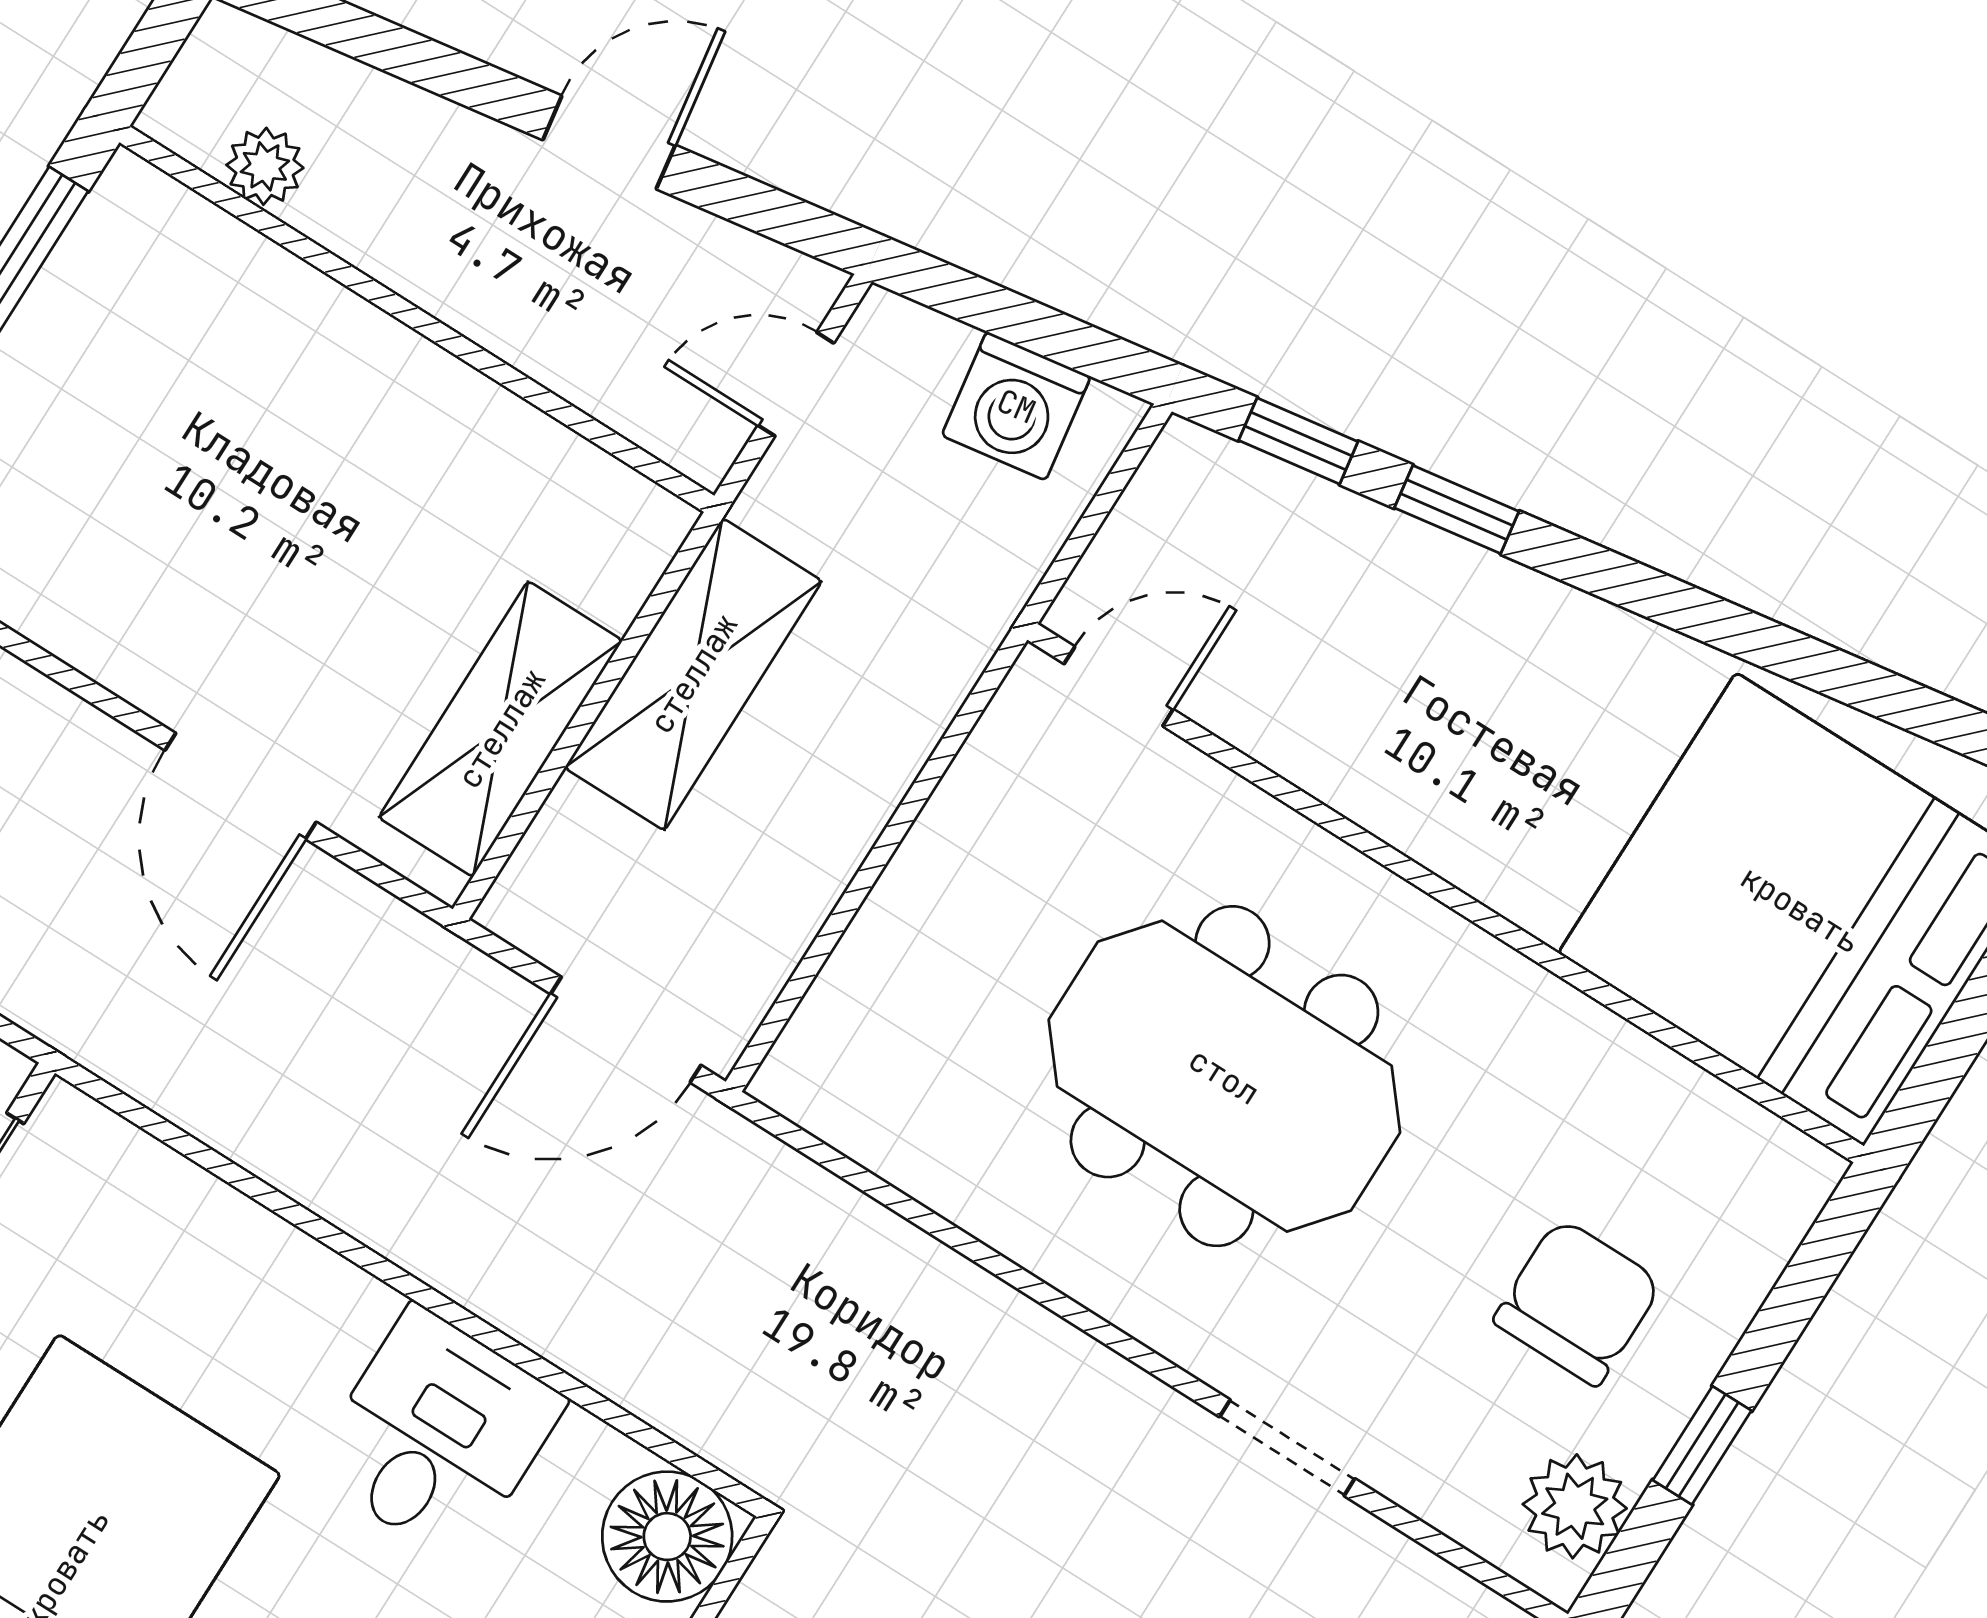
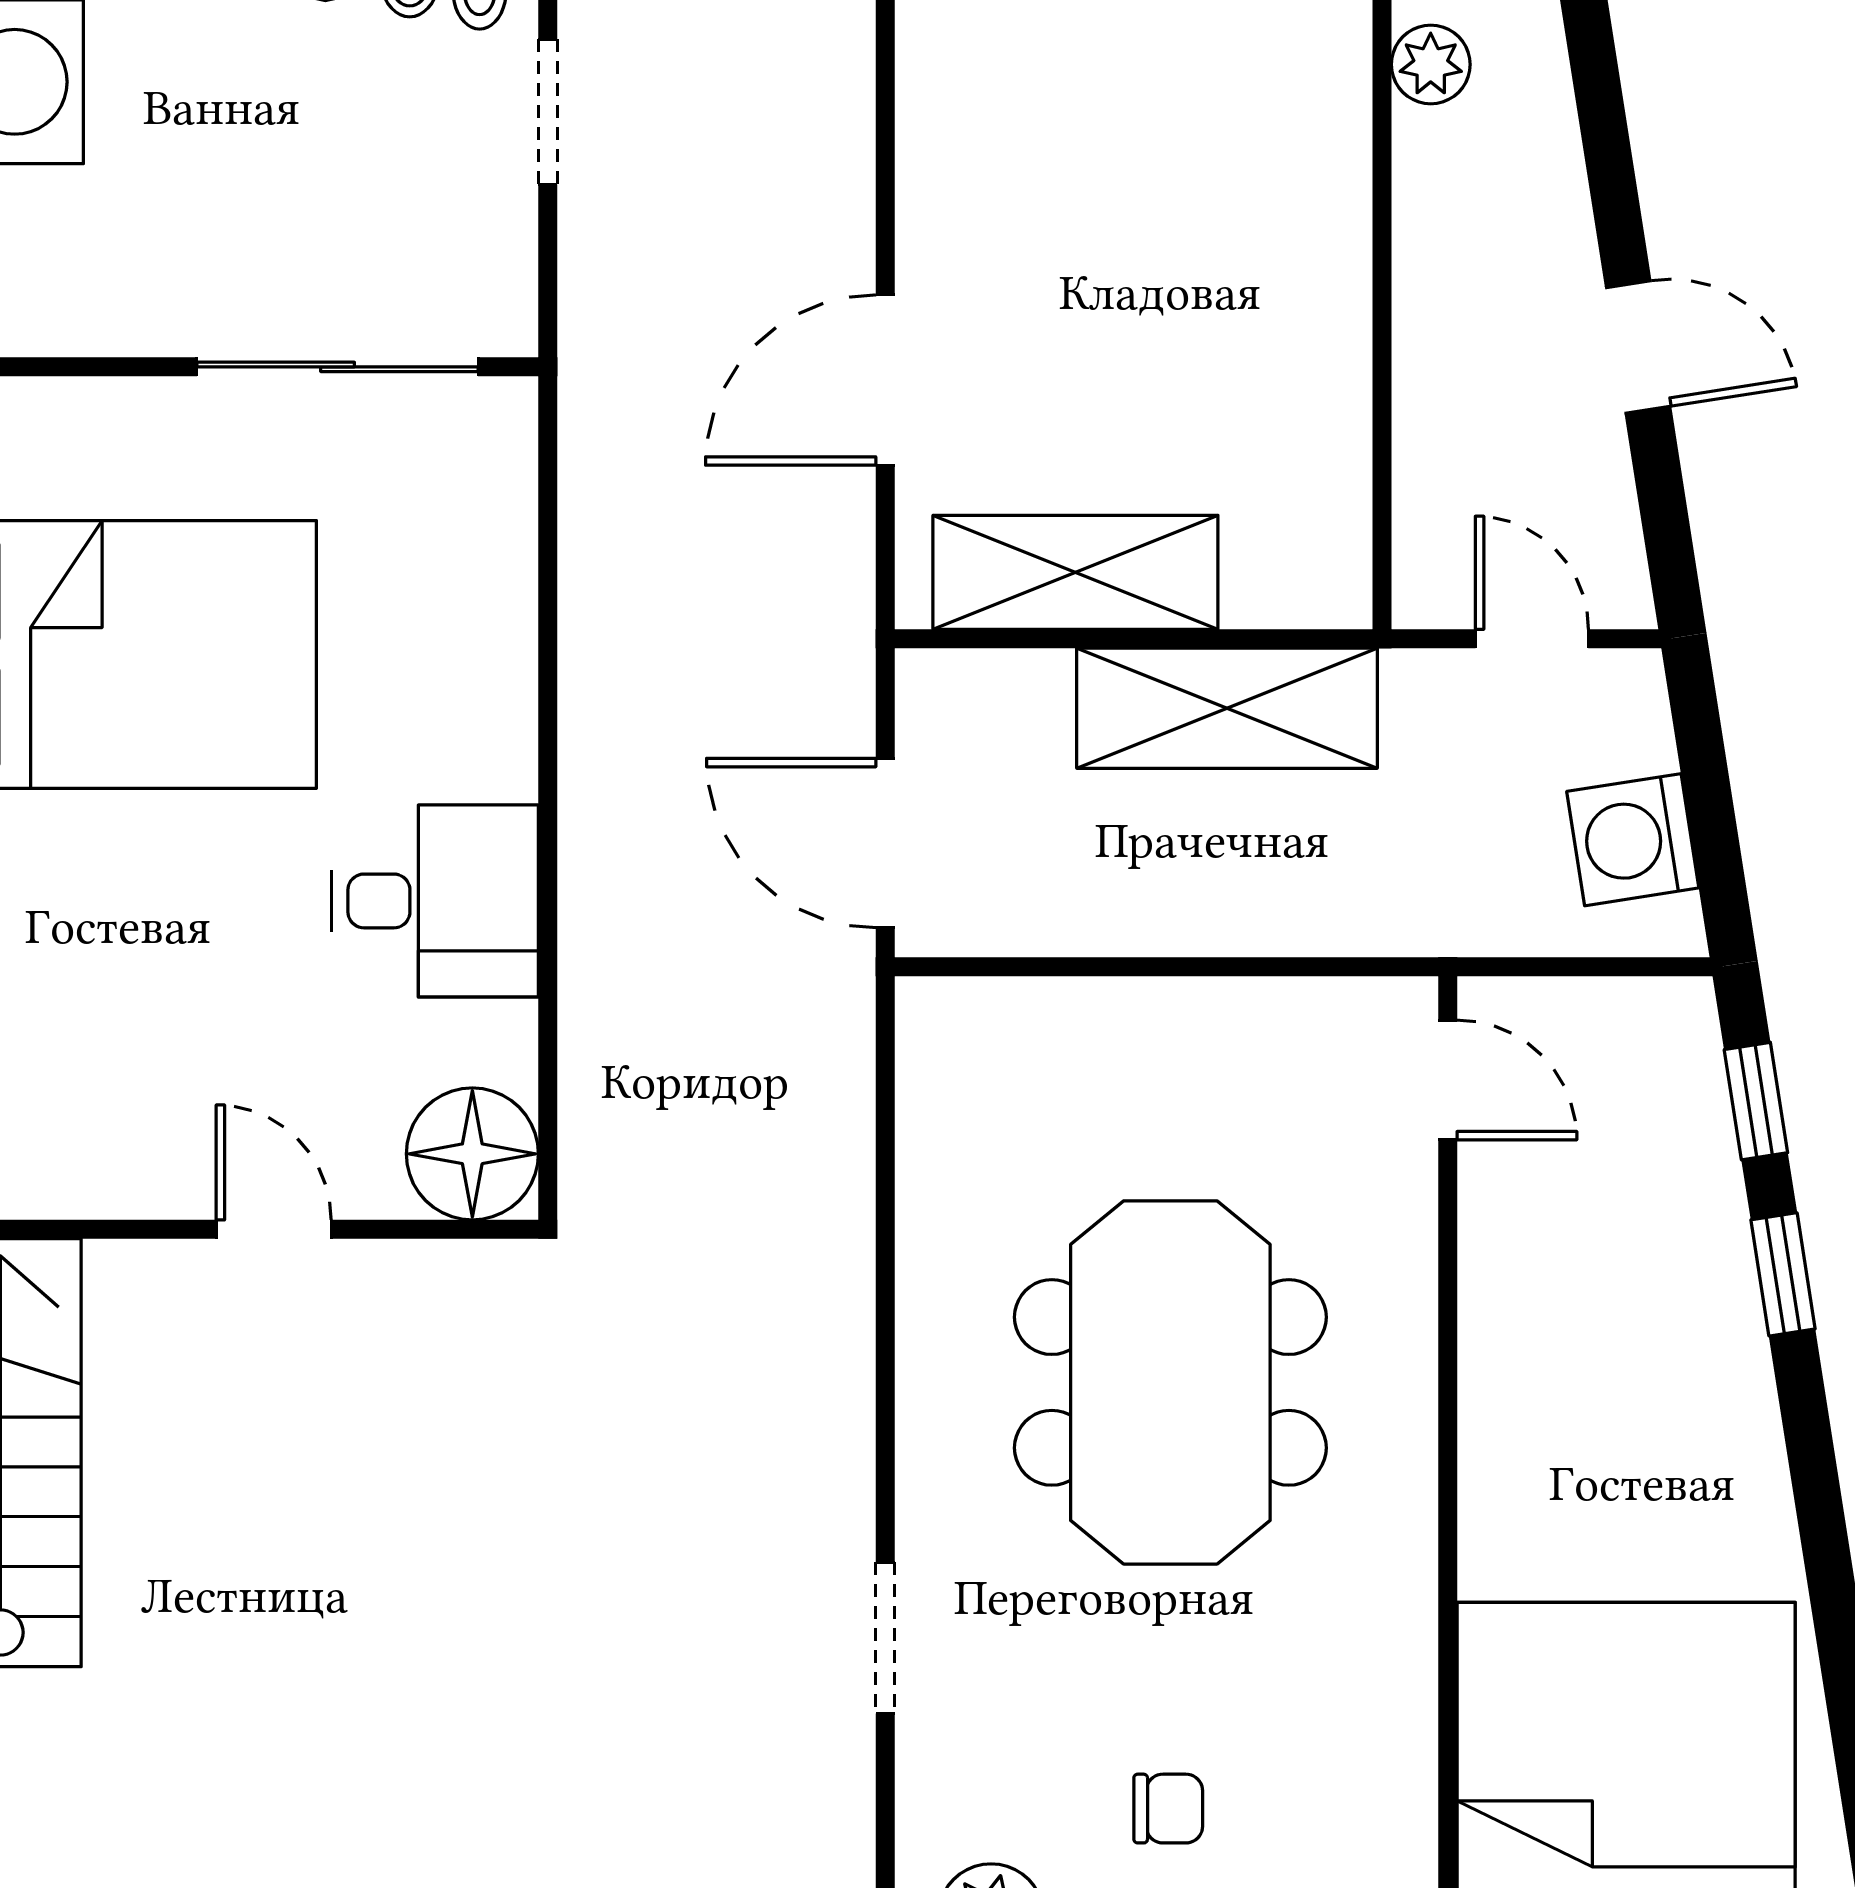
chair: (1578, 1302) -> (1168, 1809), width x0.54, depth x0.54

